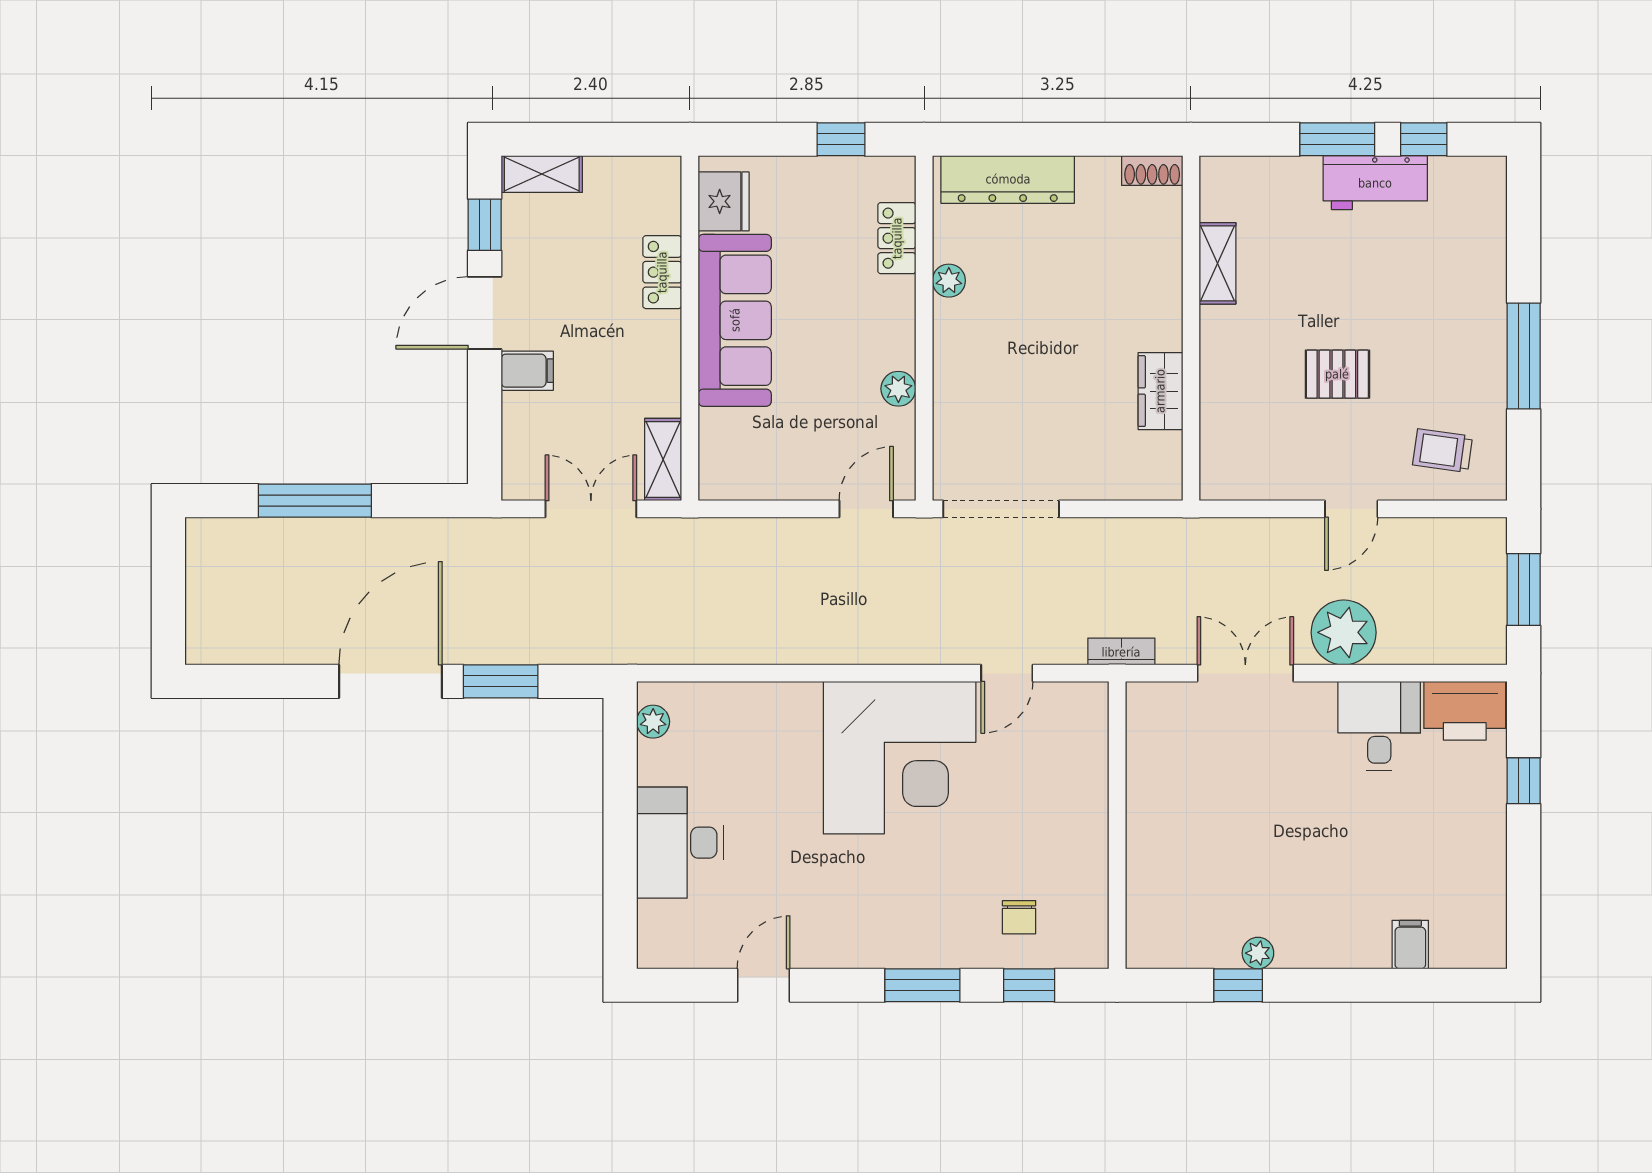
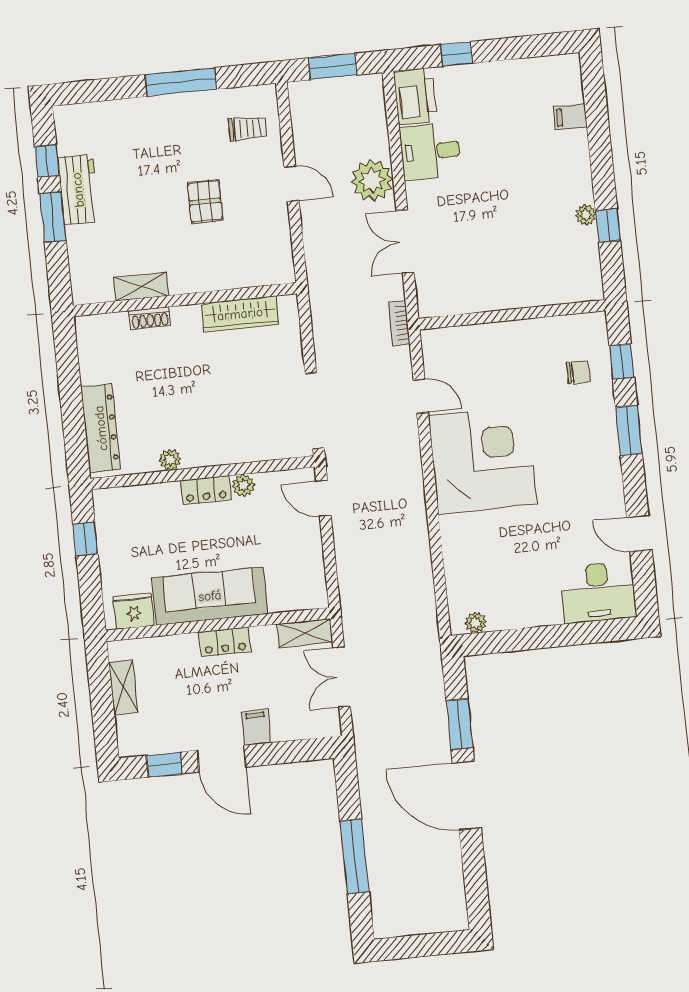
shoe rack: (1152, 171) -> (150, 318), moved, turned 90
shelving: (542, 174) -> (123, 687), moved
locker: (897, 238) -> (206, 490), moved
locker: (662, 272) -> (225, 642), moved
wardrobe: (1160, 391) -> (240, 314), width x1.50
trolley: (1443, 451) -> (248, 128), turned -98
desk: (680, 843) -> (598, 592), moved

